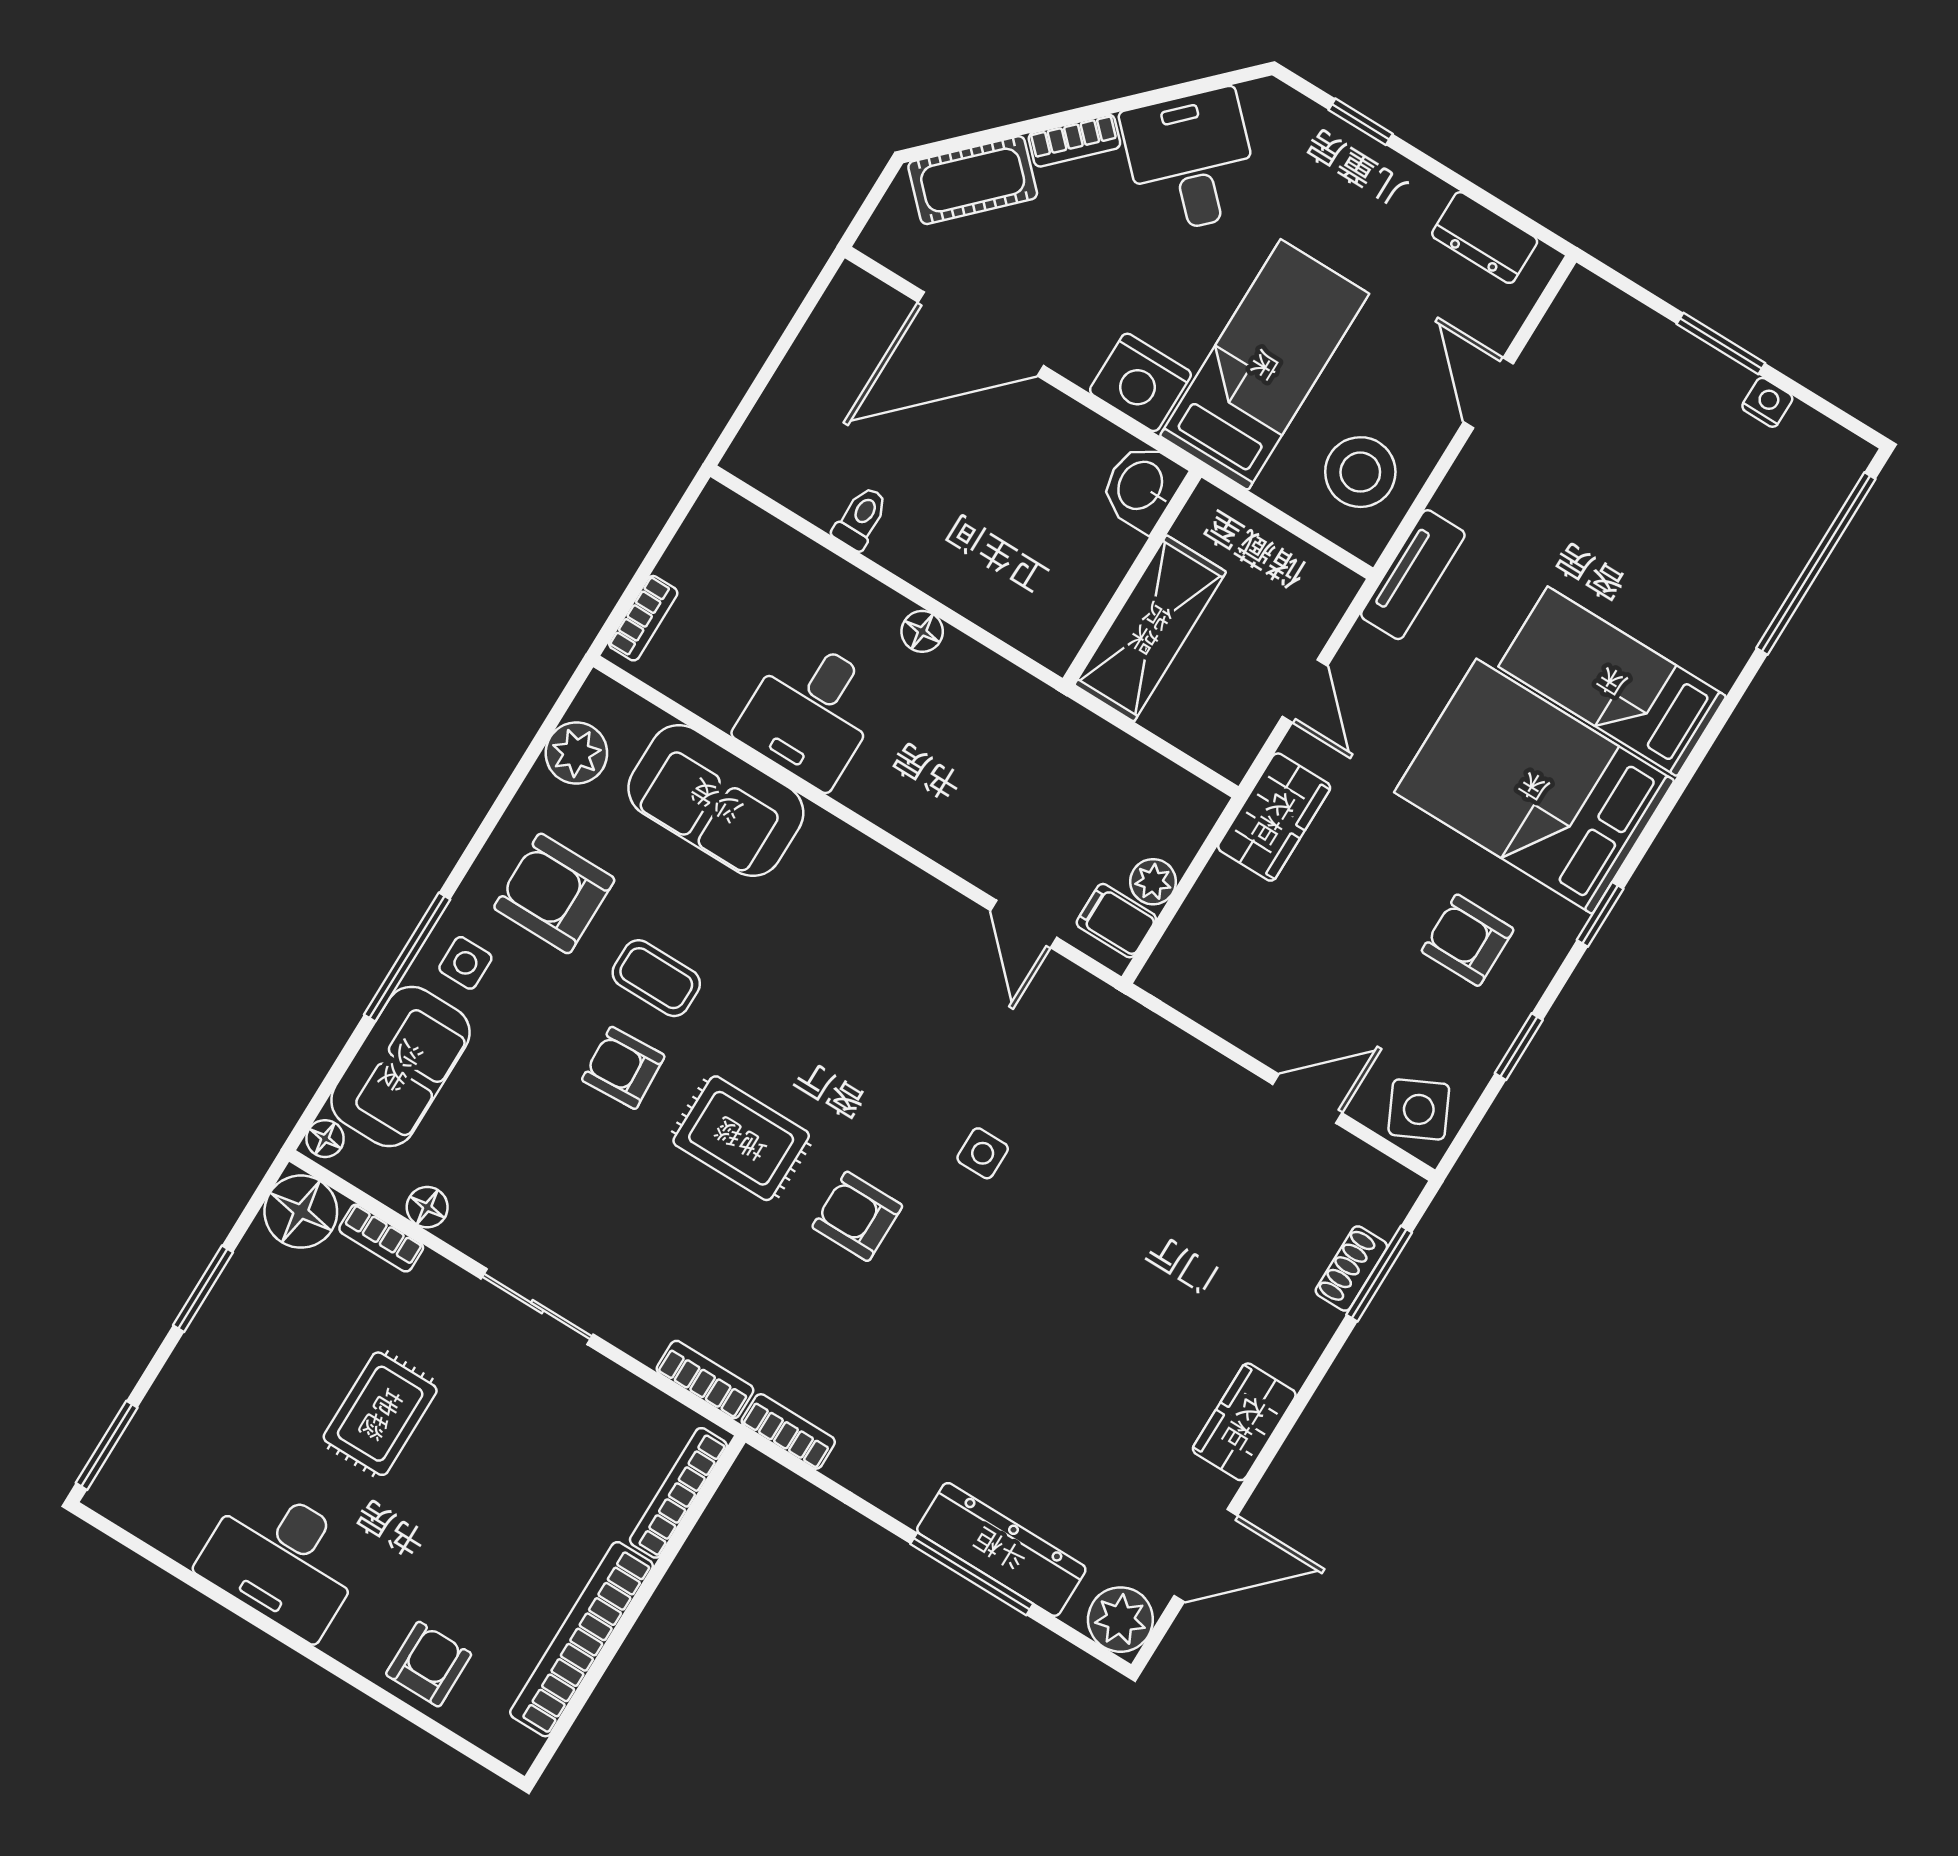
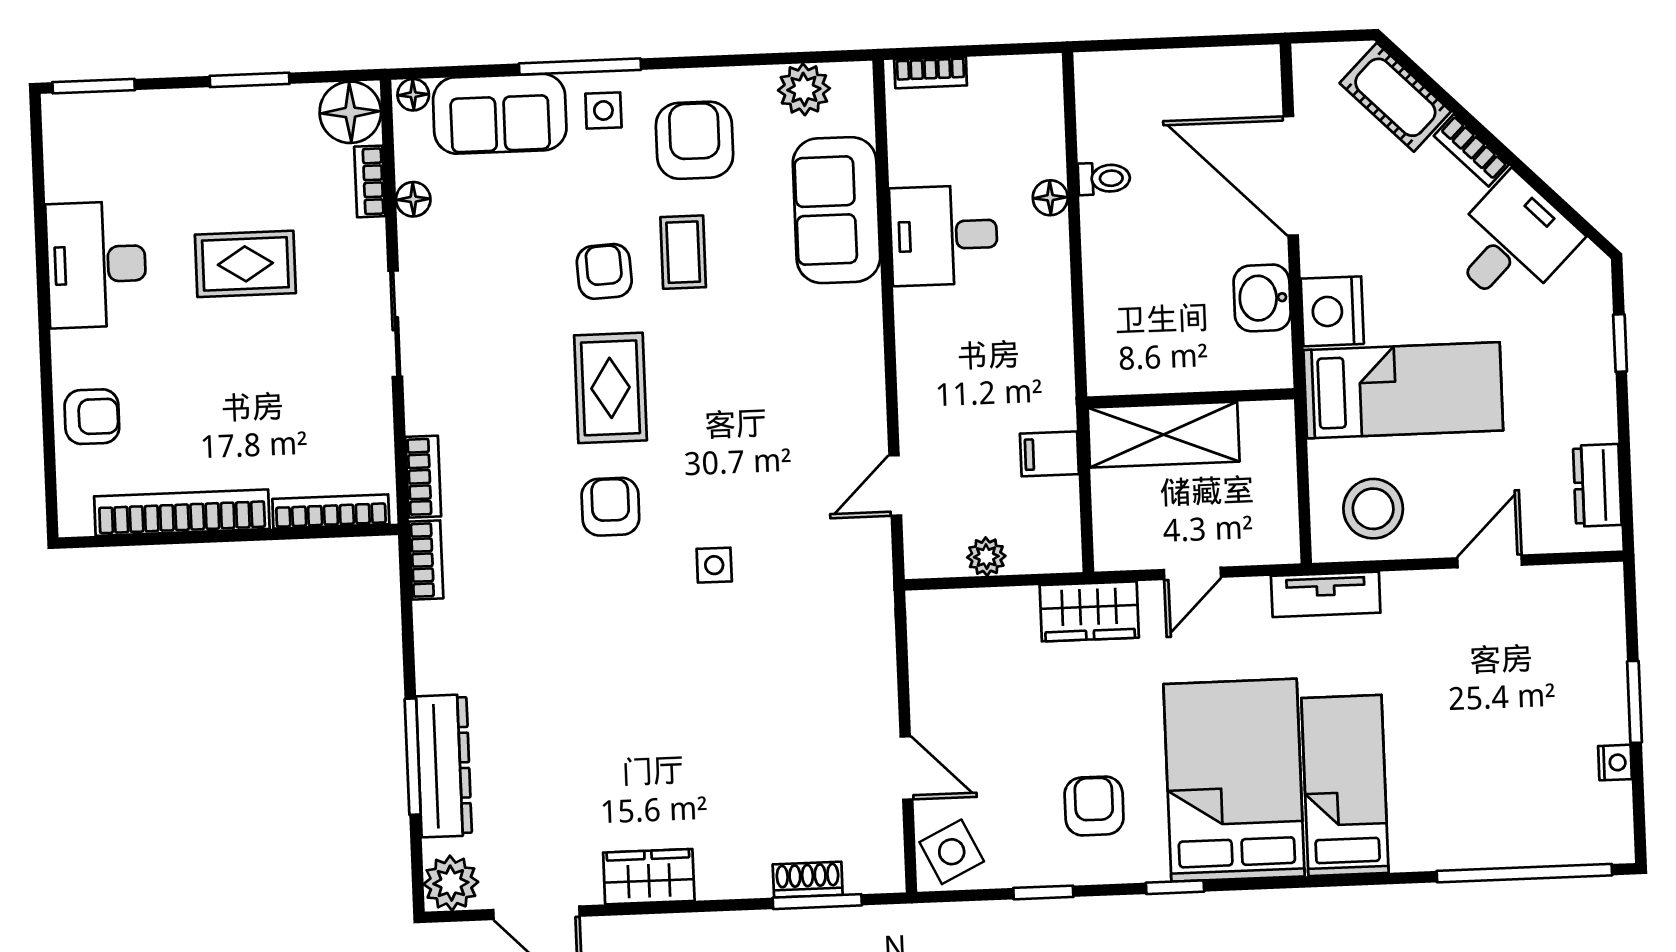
washbasin: (1142, 486) -> (1262, 298), moved, turned -90
floor lamp: (922, 631) -> (1050, 198), moved
filing cabinet: (1116, 921) -> (1049, 454), moved, turned -90

